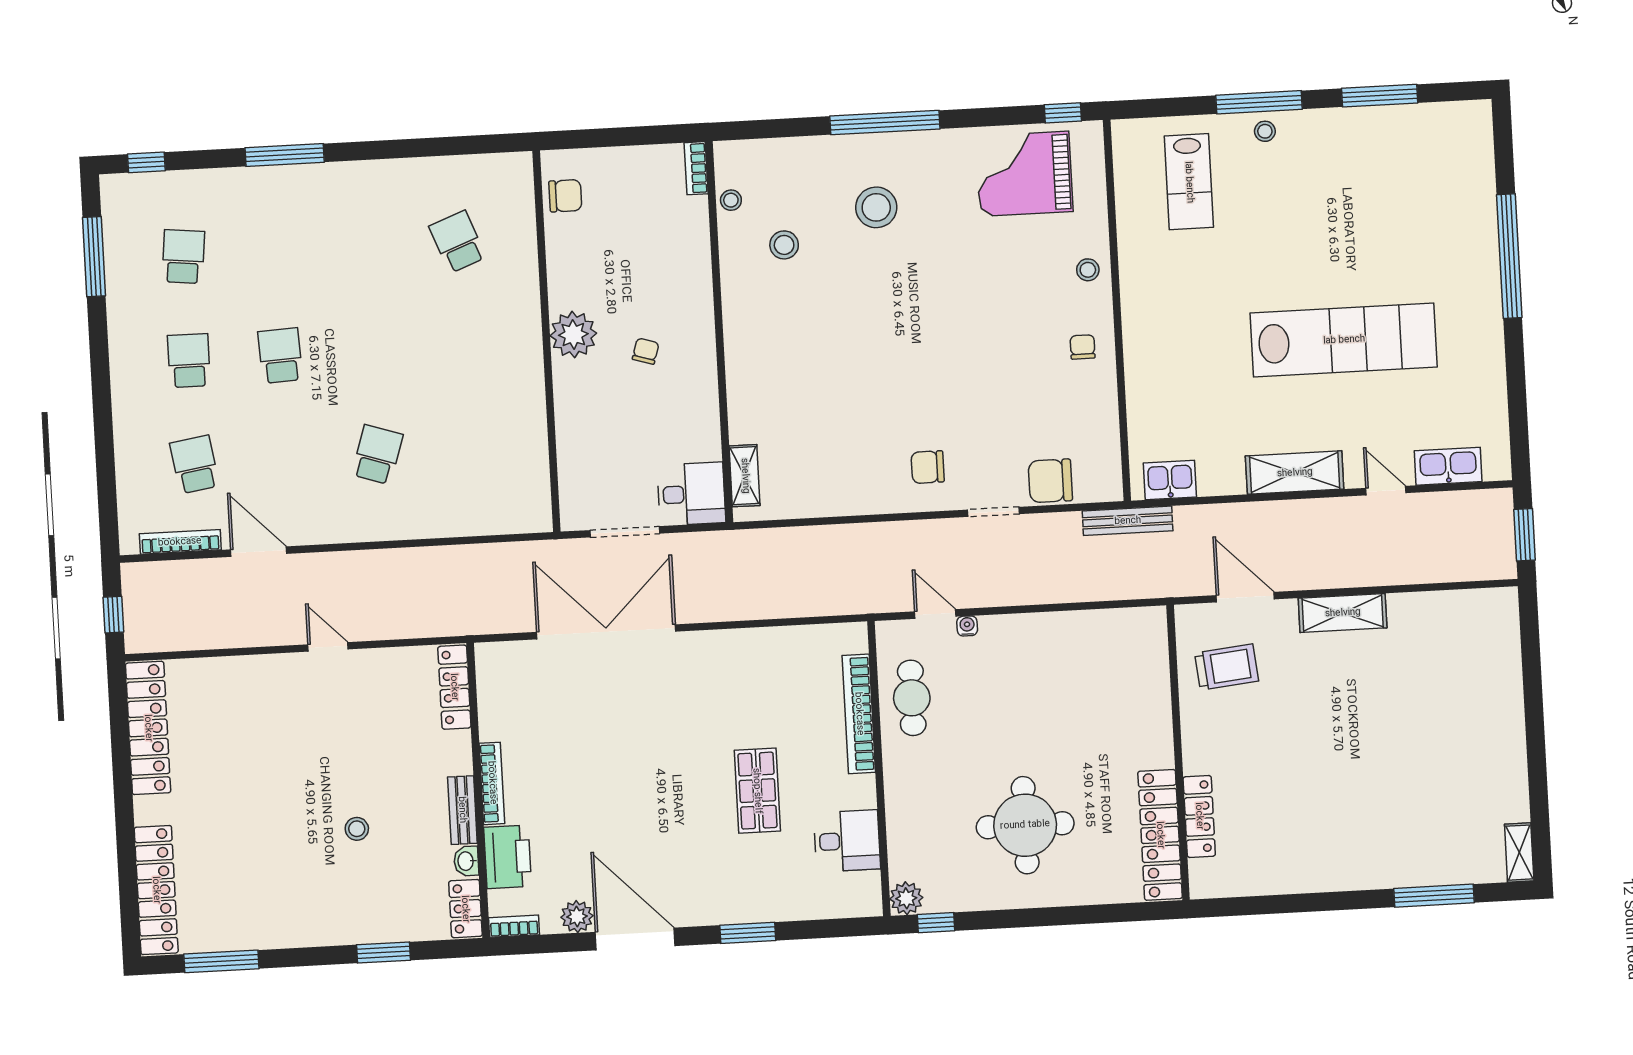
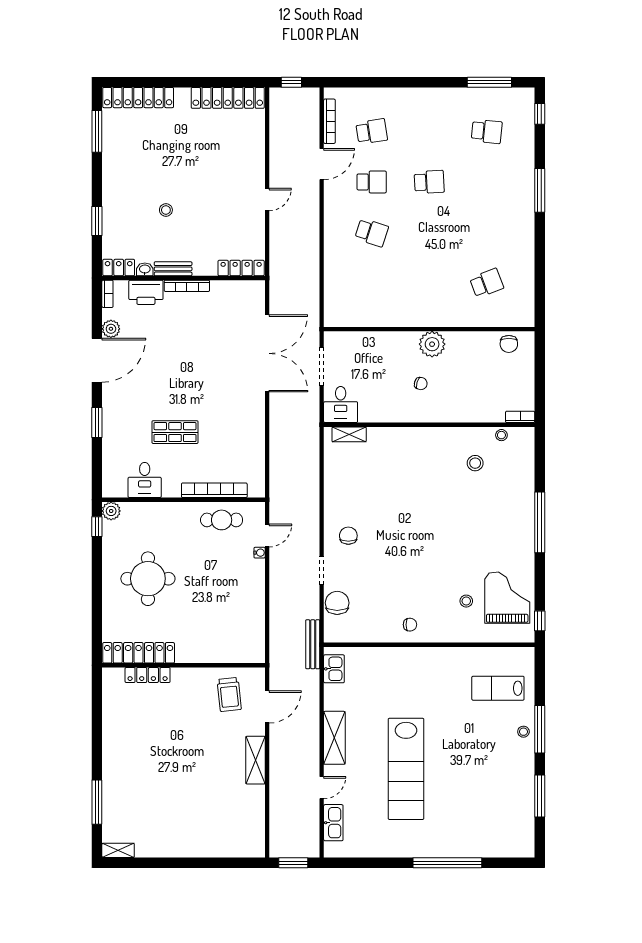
stool: (876, 207) -> (493, 515), removed
stool: (1088, 270) -> (466, 601), moved
school desk: (189, 361) -> (372, 182), moved

